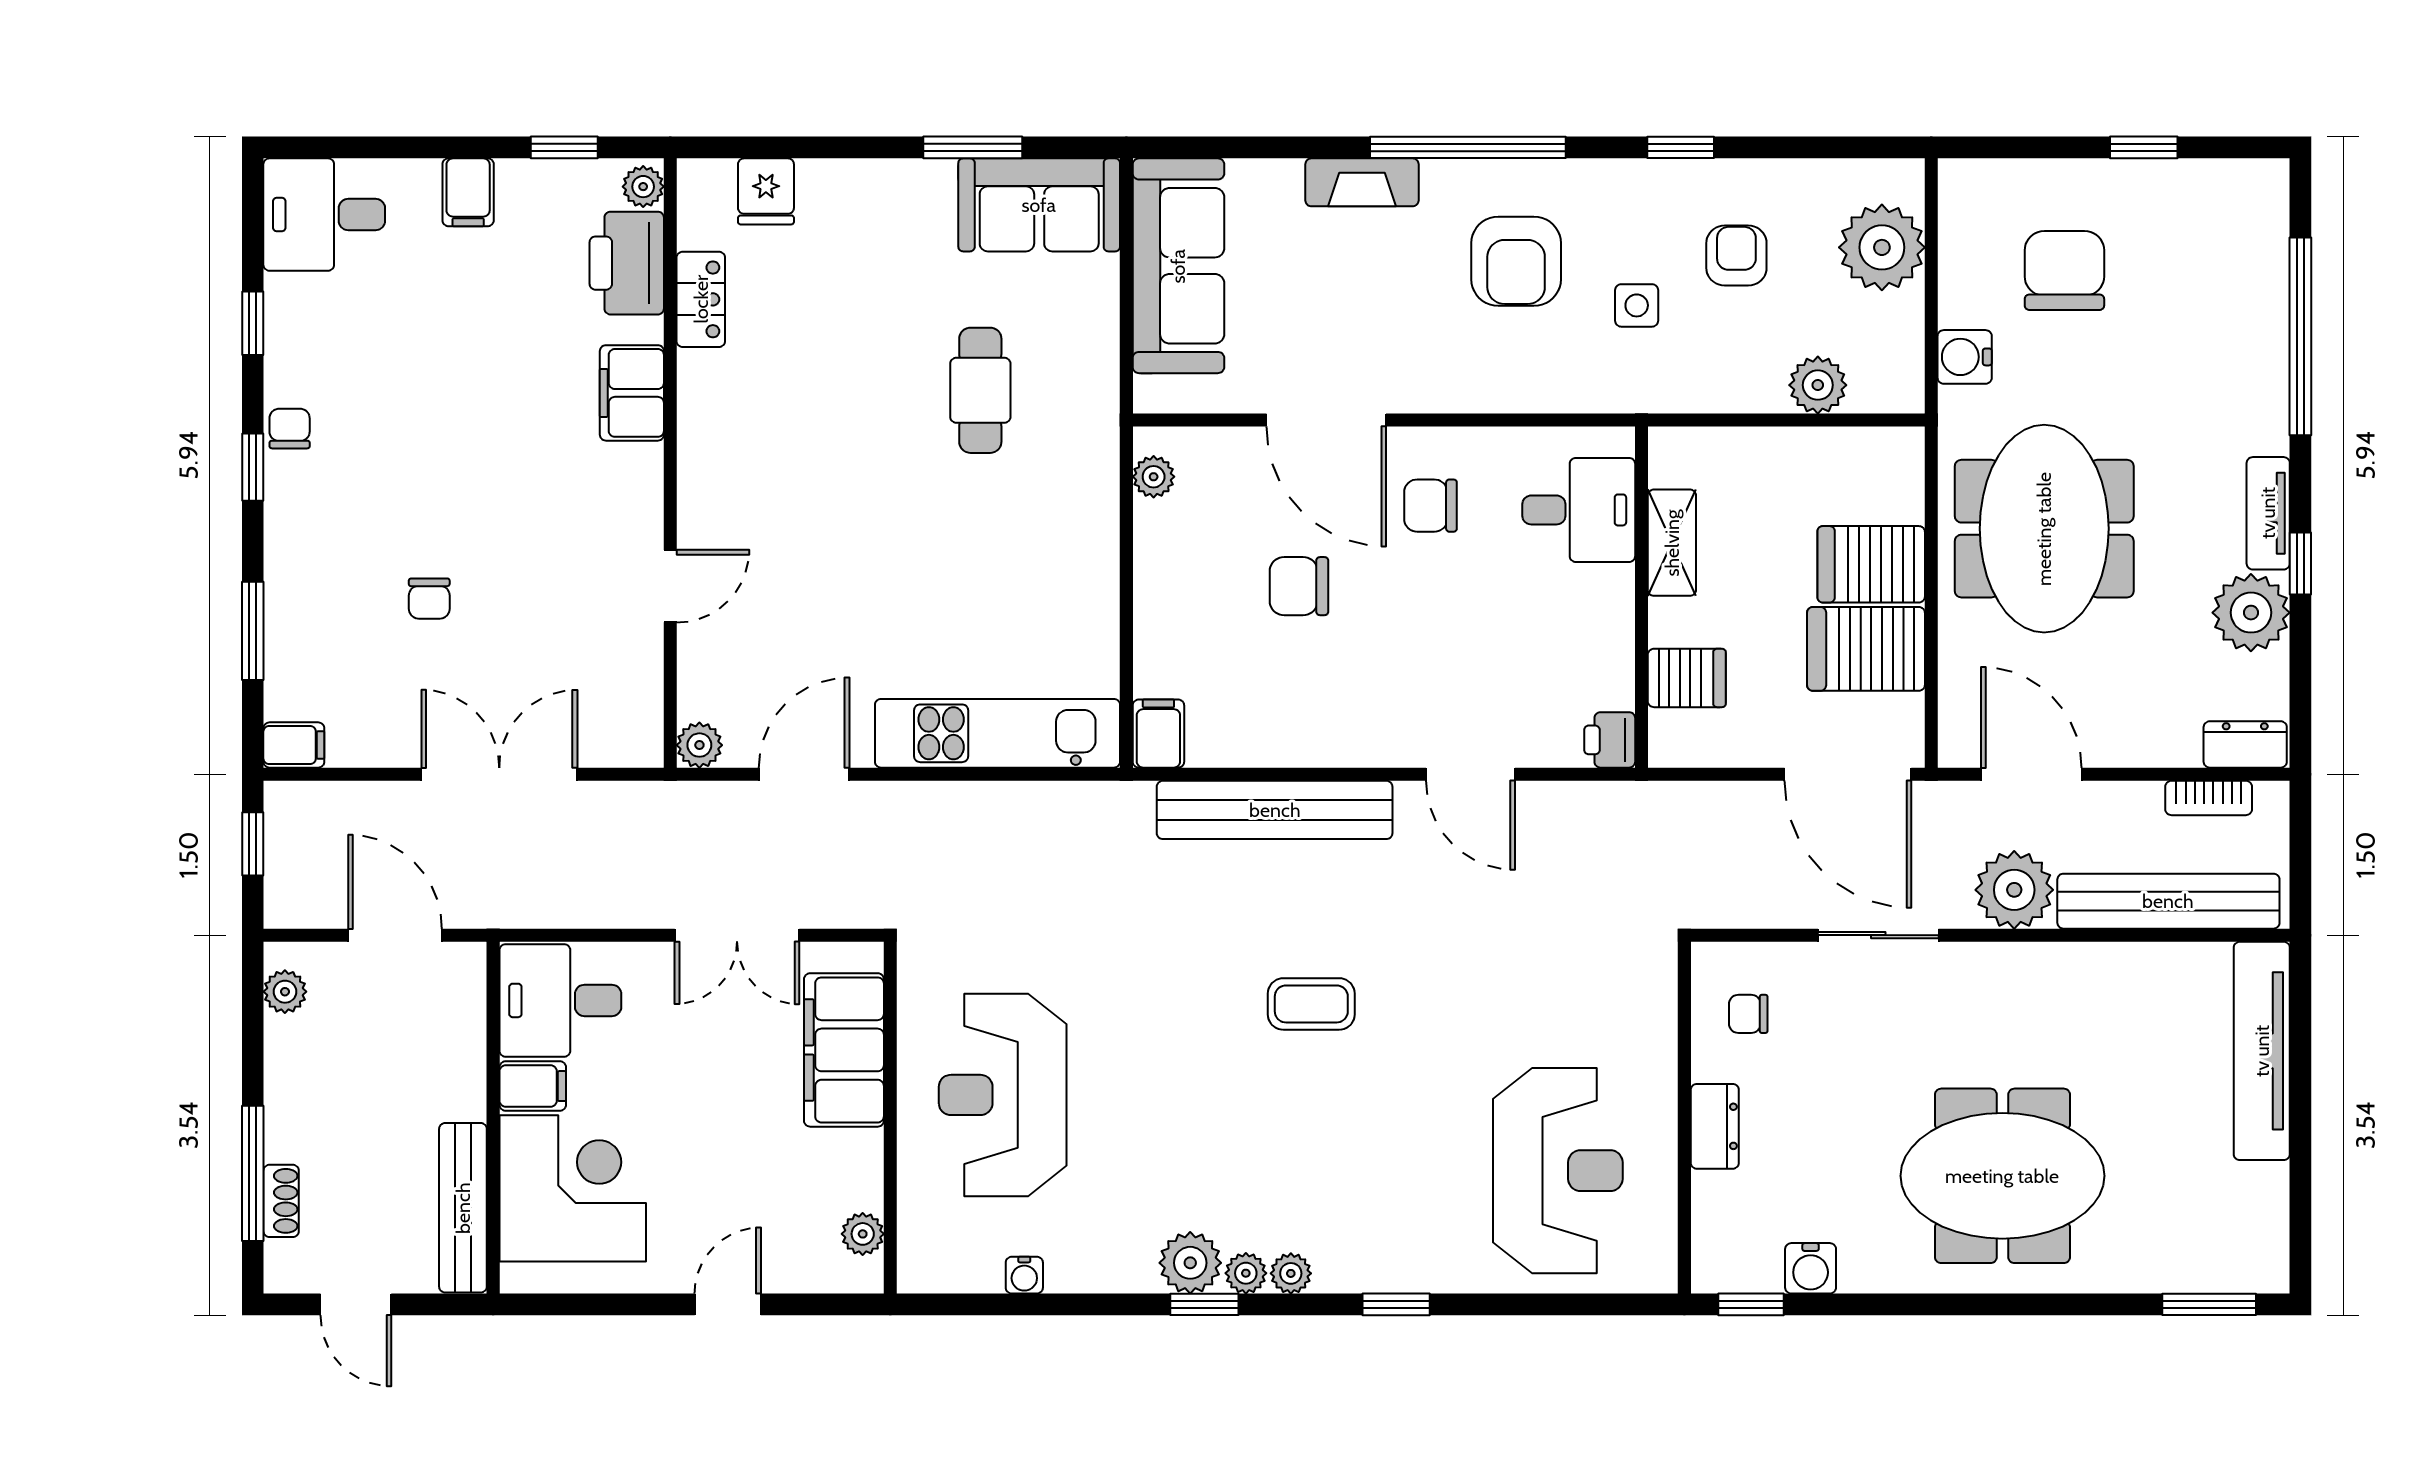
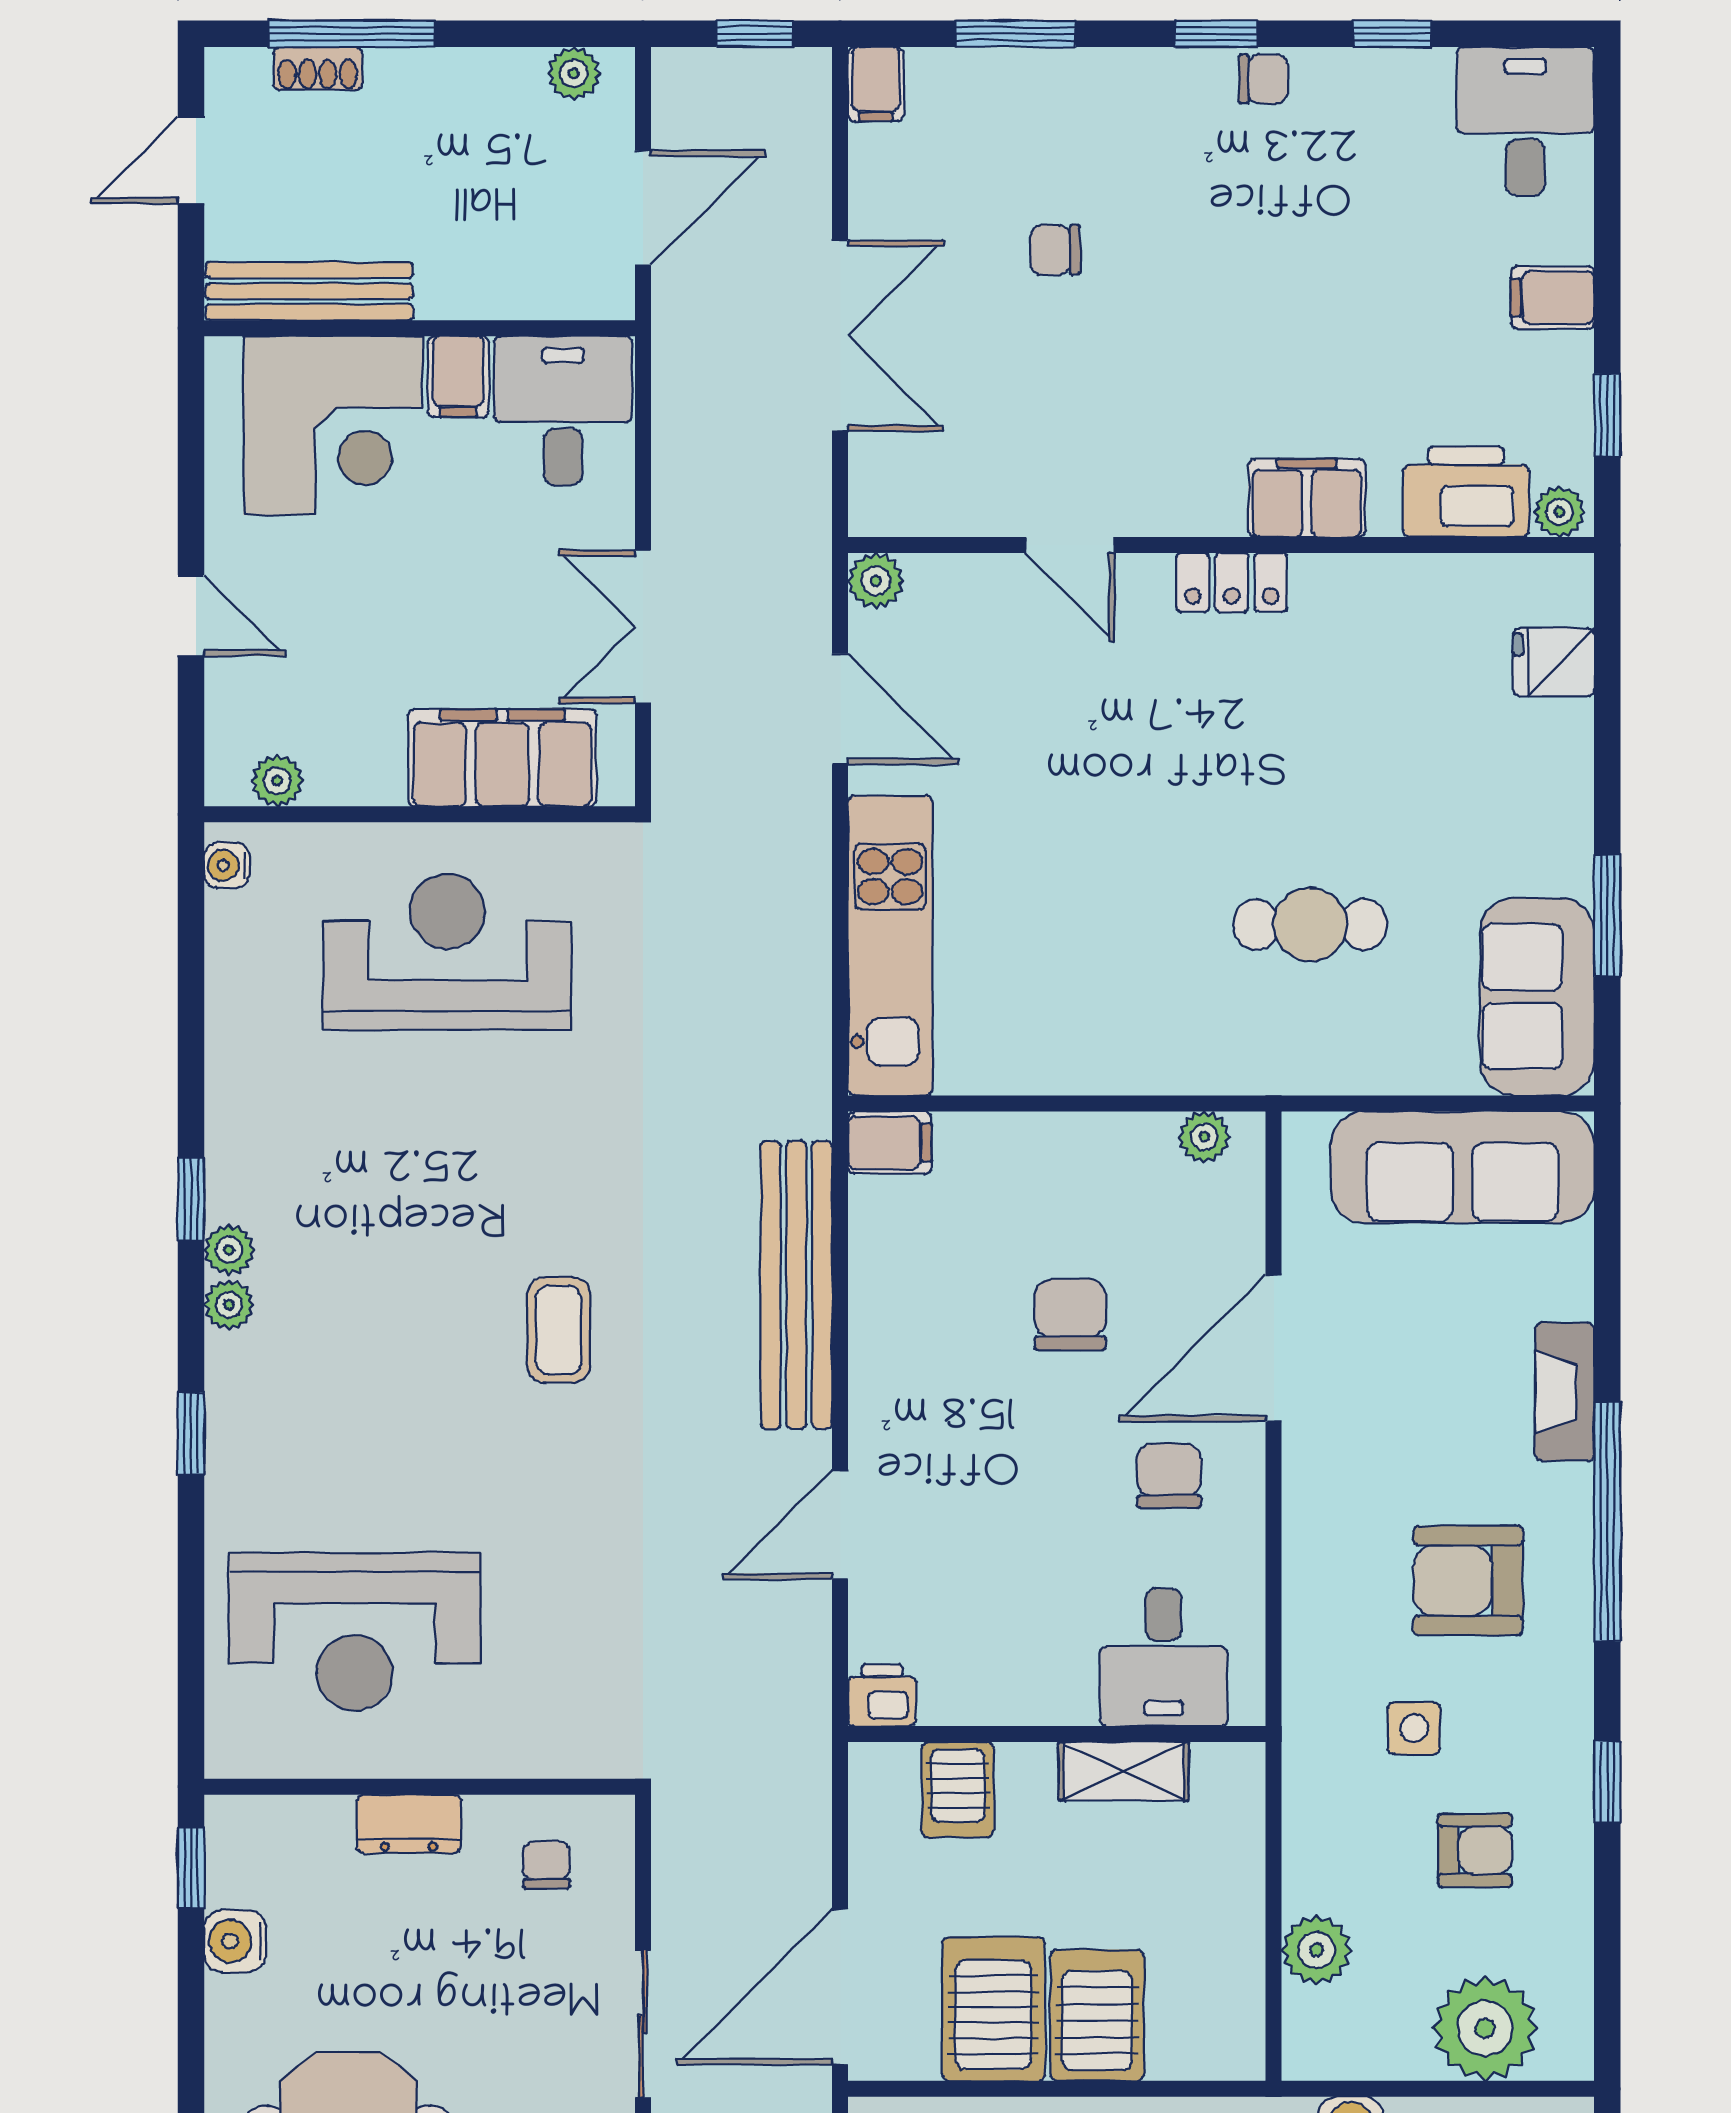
locker: (701, 299) -> (1232, 582), moved
plant: (1190, 1263) -> (242, 1182), removed
water cooler: (1024, 1275) -> (227, 865), moved

